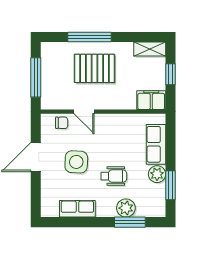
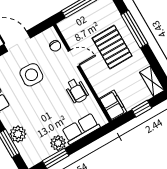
door: (84, 112) -> (74, 58), swing flipped
wheelchair: (114, 176) -> (77, 91), moved

